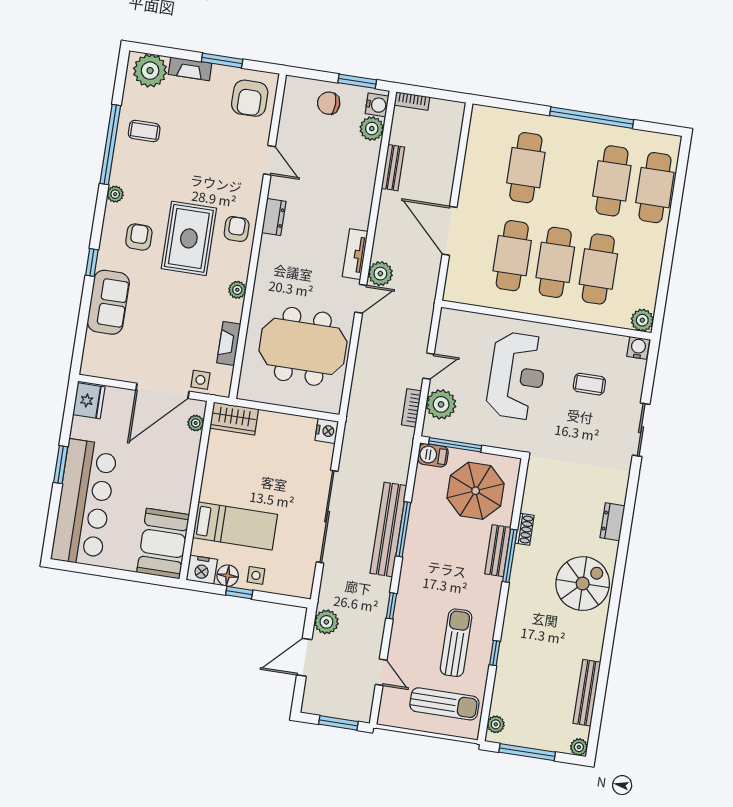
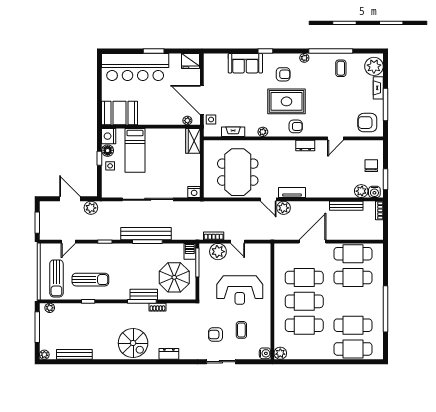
window: (222, 60) -> (385, 104), width x1.44
cafe table: (483, 161) -> (353, 254), added
bench: (393, 168) -> (346, 206), width x1.36
armchair: (590, 432) -> (215, 334), added

